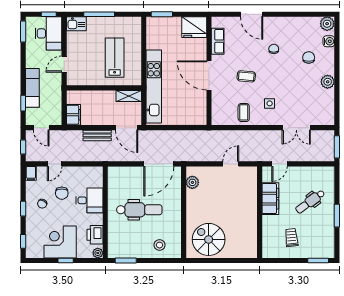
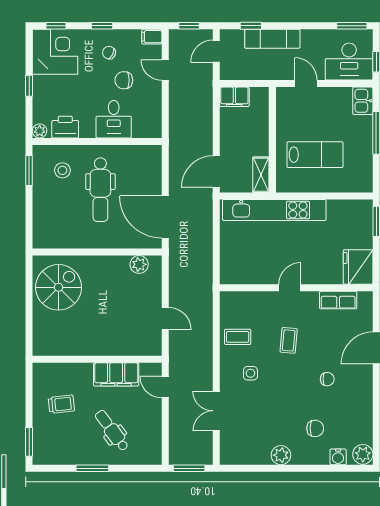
door: (209, 75) -> (290, 288), width x0.53
bench: (97, 135) -> (205, 130), removed
corner desk: (60, 242) -> (55, 52), moved
stool: (160, 245) -> (62, 170), moved

